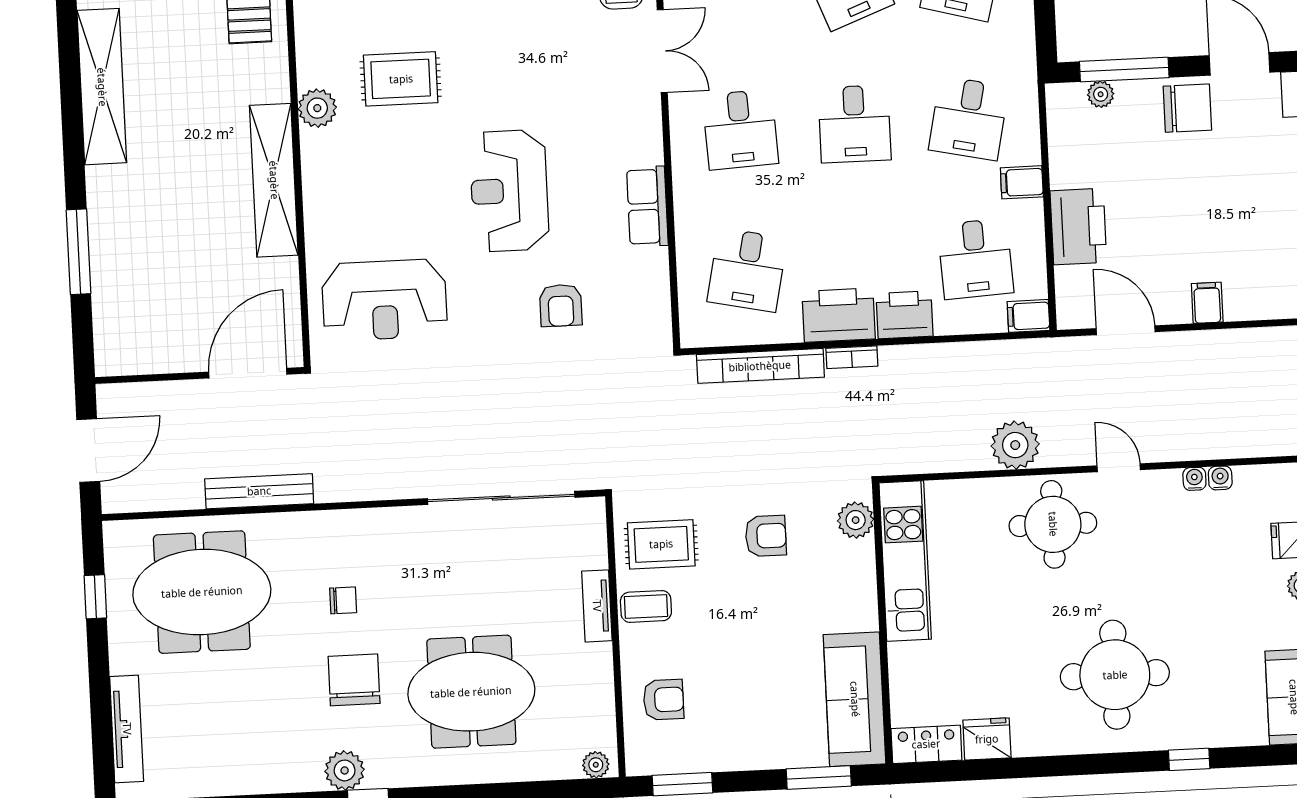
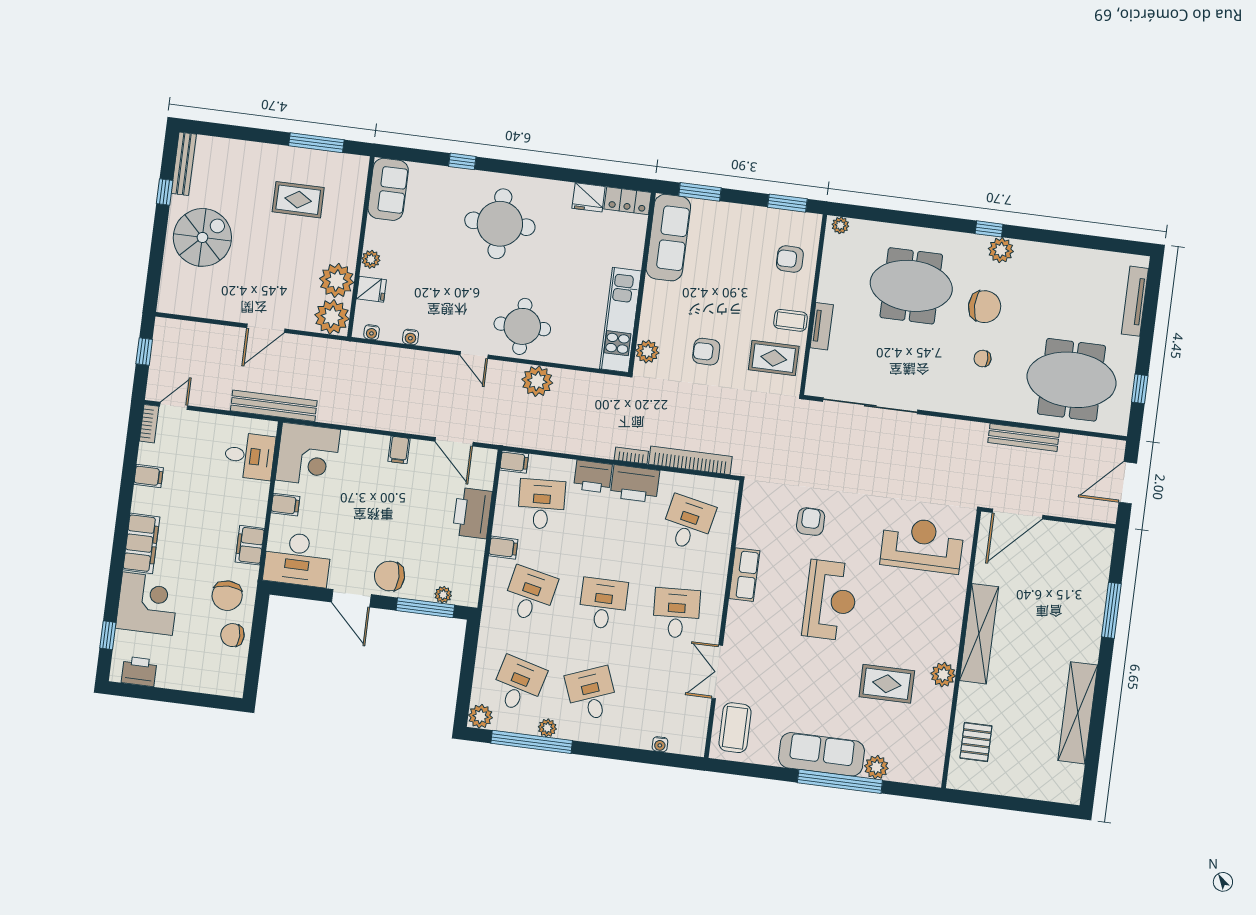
water cooler: (1194, 479) -> (372, 332), moved
chair: (354, 680) -> (985, 307), turned -90

